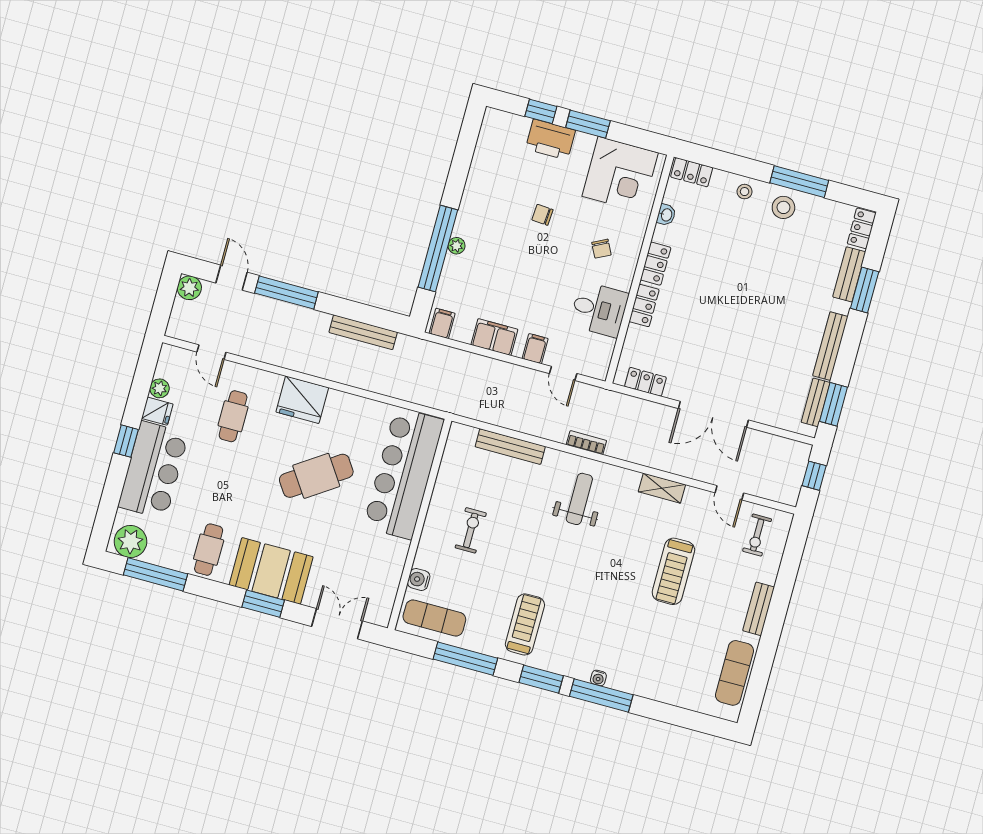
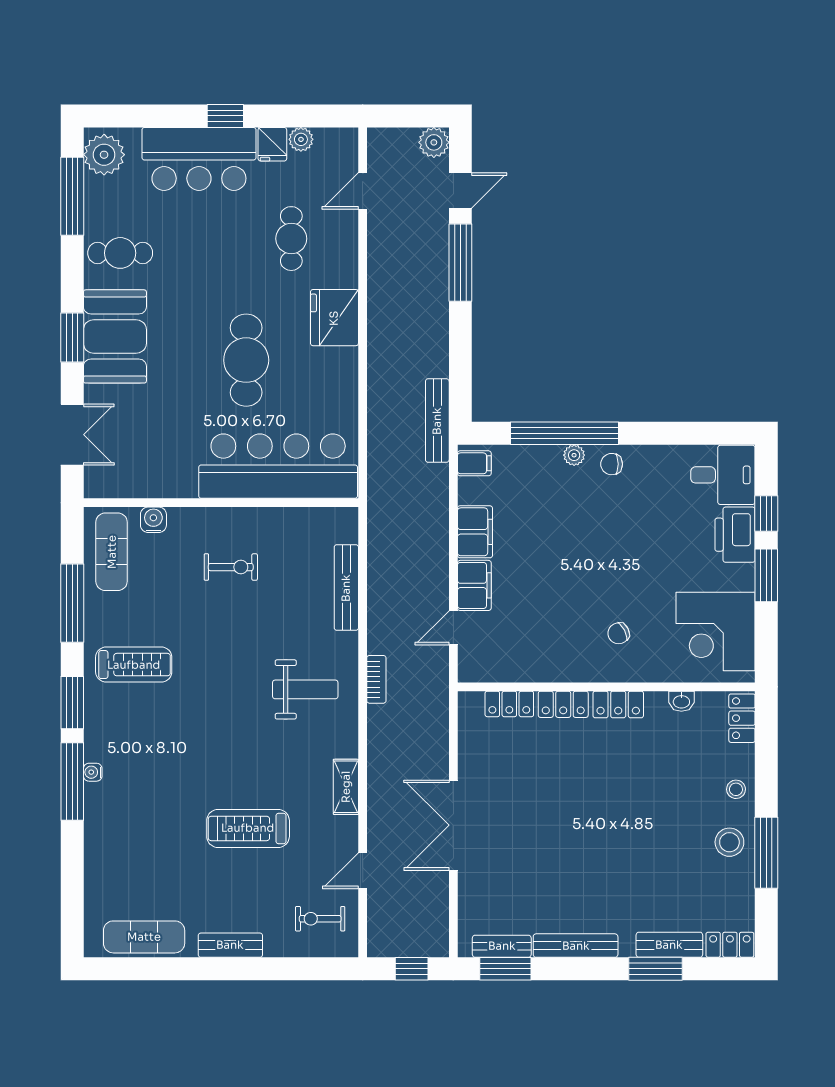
chair: (542, 215) -> (612, 464), moved, turned -94
desk: (599, 309) -> (723, 475), moved, turned -90
bench: (363, 332) -> (437, 421), moved
filing cabinet: (535, 349) -> (474, 585), width x2.00
locker: (645, 382) -> (509, 704), moved, turned 90
cafe table: (233, 416) -> (291, 239), turned 90
cafe table: (316, 476) -> (246, 360), turned 34

